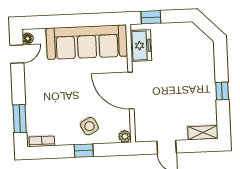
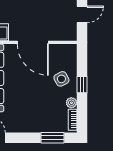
door: (131, 91) -> (33, 42), hinge flipped
plant: (125, 136) -> (71, 103), moved

